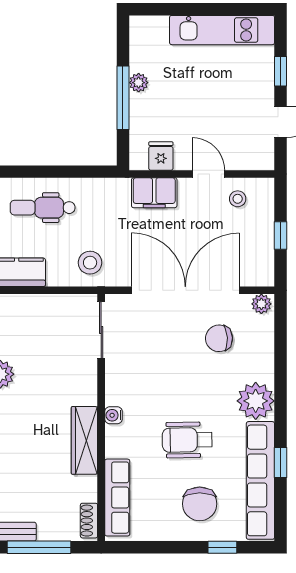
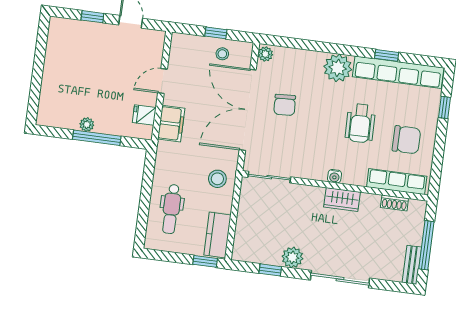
kitchen unit: (222, 30) -> (56, 56), removed
stool: (238, 199) -> (222, 54), moved
chair: (219, 338) -> (285, 105), moved
wardrobe: (84, 440) -> (342, 200), width x0.67
chair: (200, 504) -> (406, 140), moved
shoe rack: (89, 521) -> (394, 203), moved

